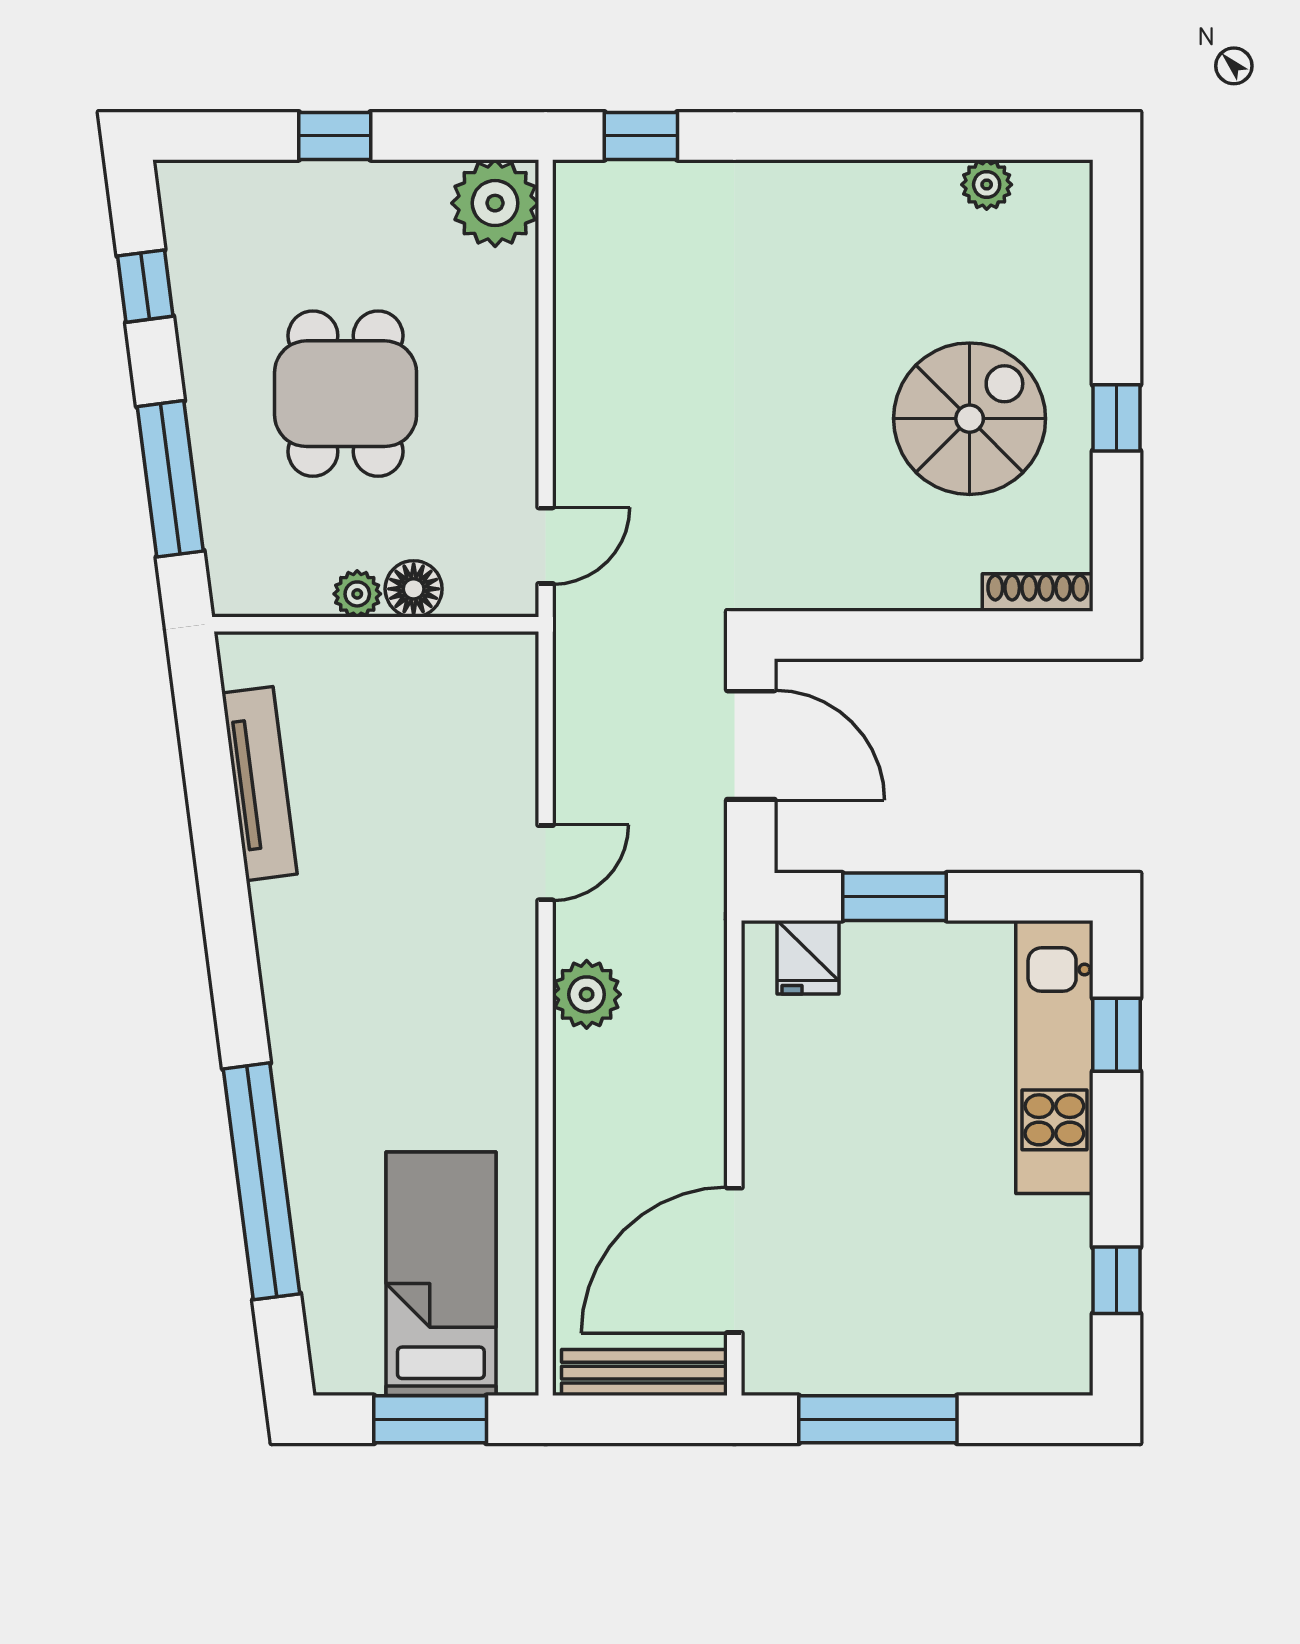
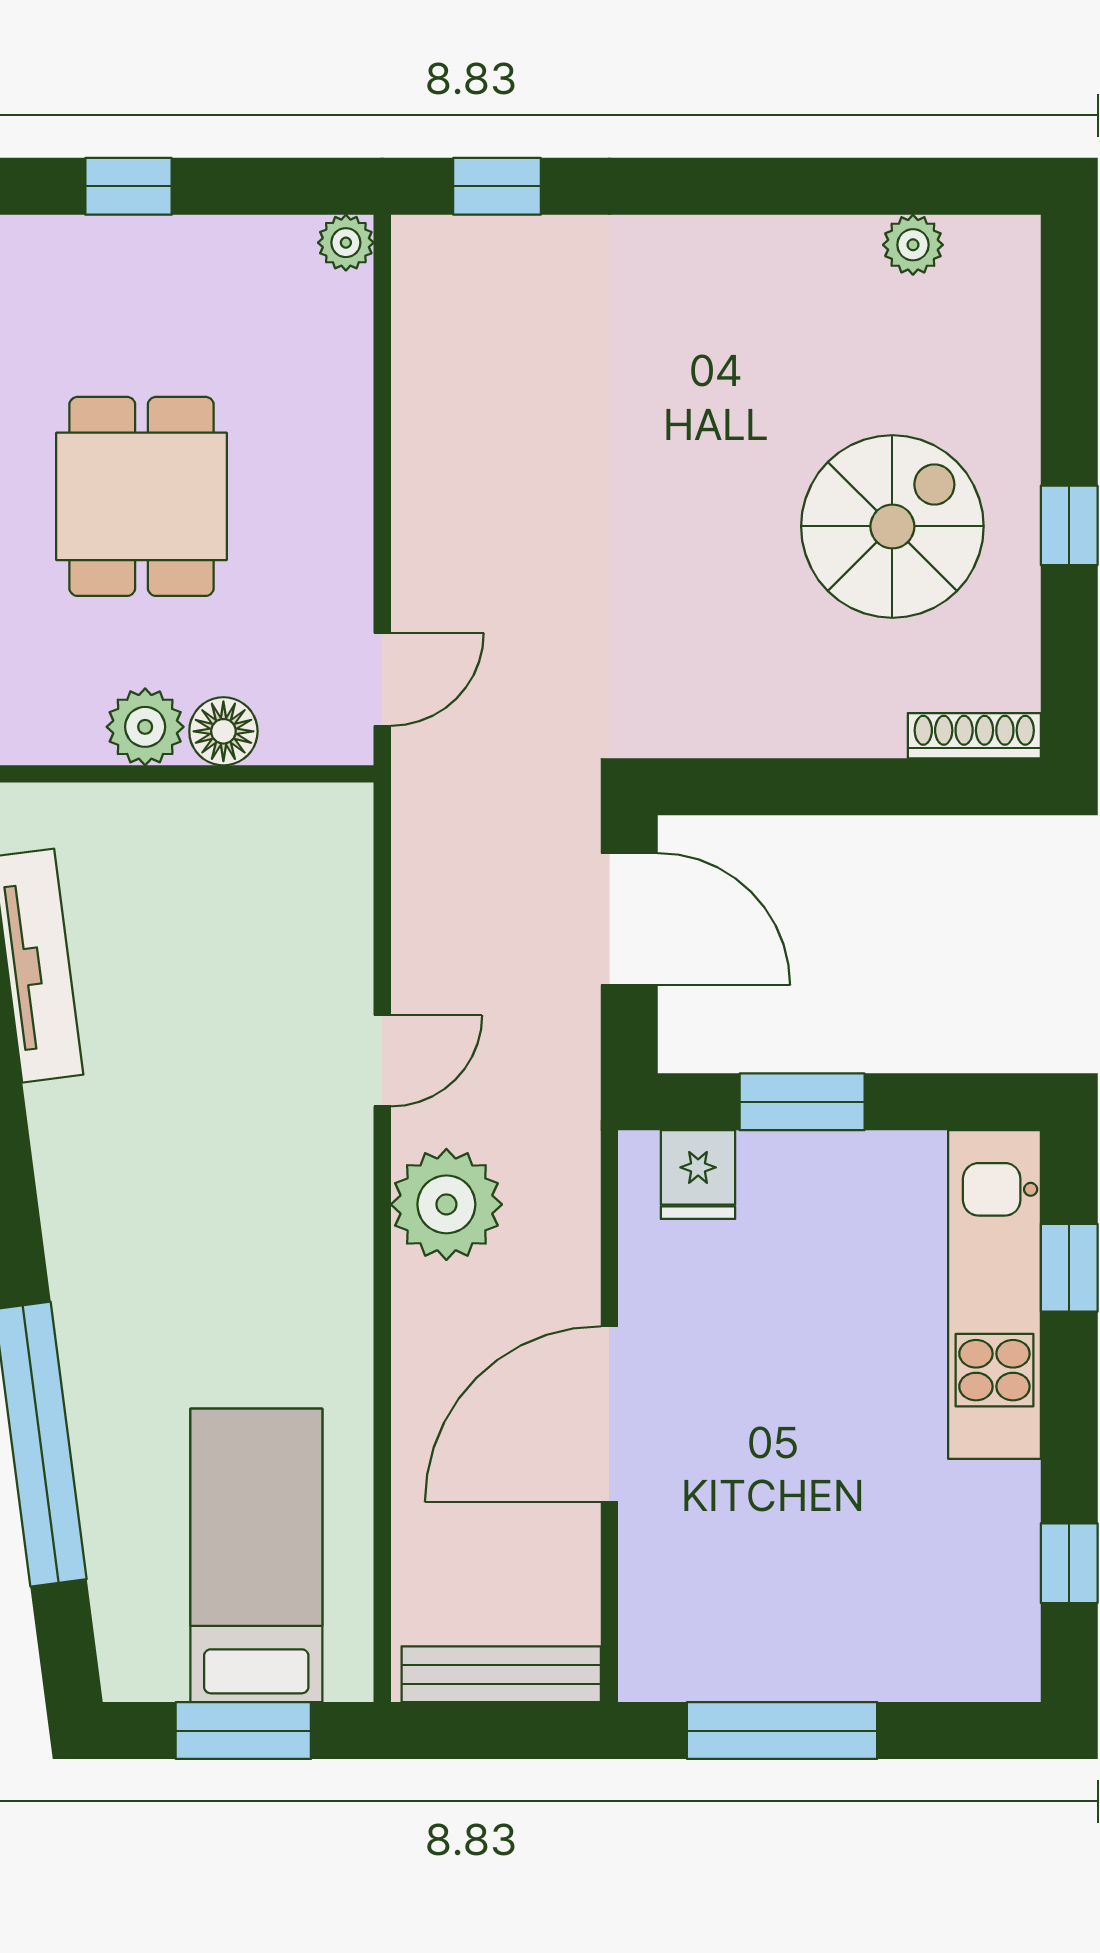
plant: (495, 203) -> (346, 243), width x0.53, depth x0.53
plant: (357, 594) -> (145, 727), width x1.38, depth x1.38
plant: (587, 994) -> (446, 1204), width x1.36, depth x1.36
door: (734, 1260) -> (609, 1414), moved

